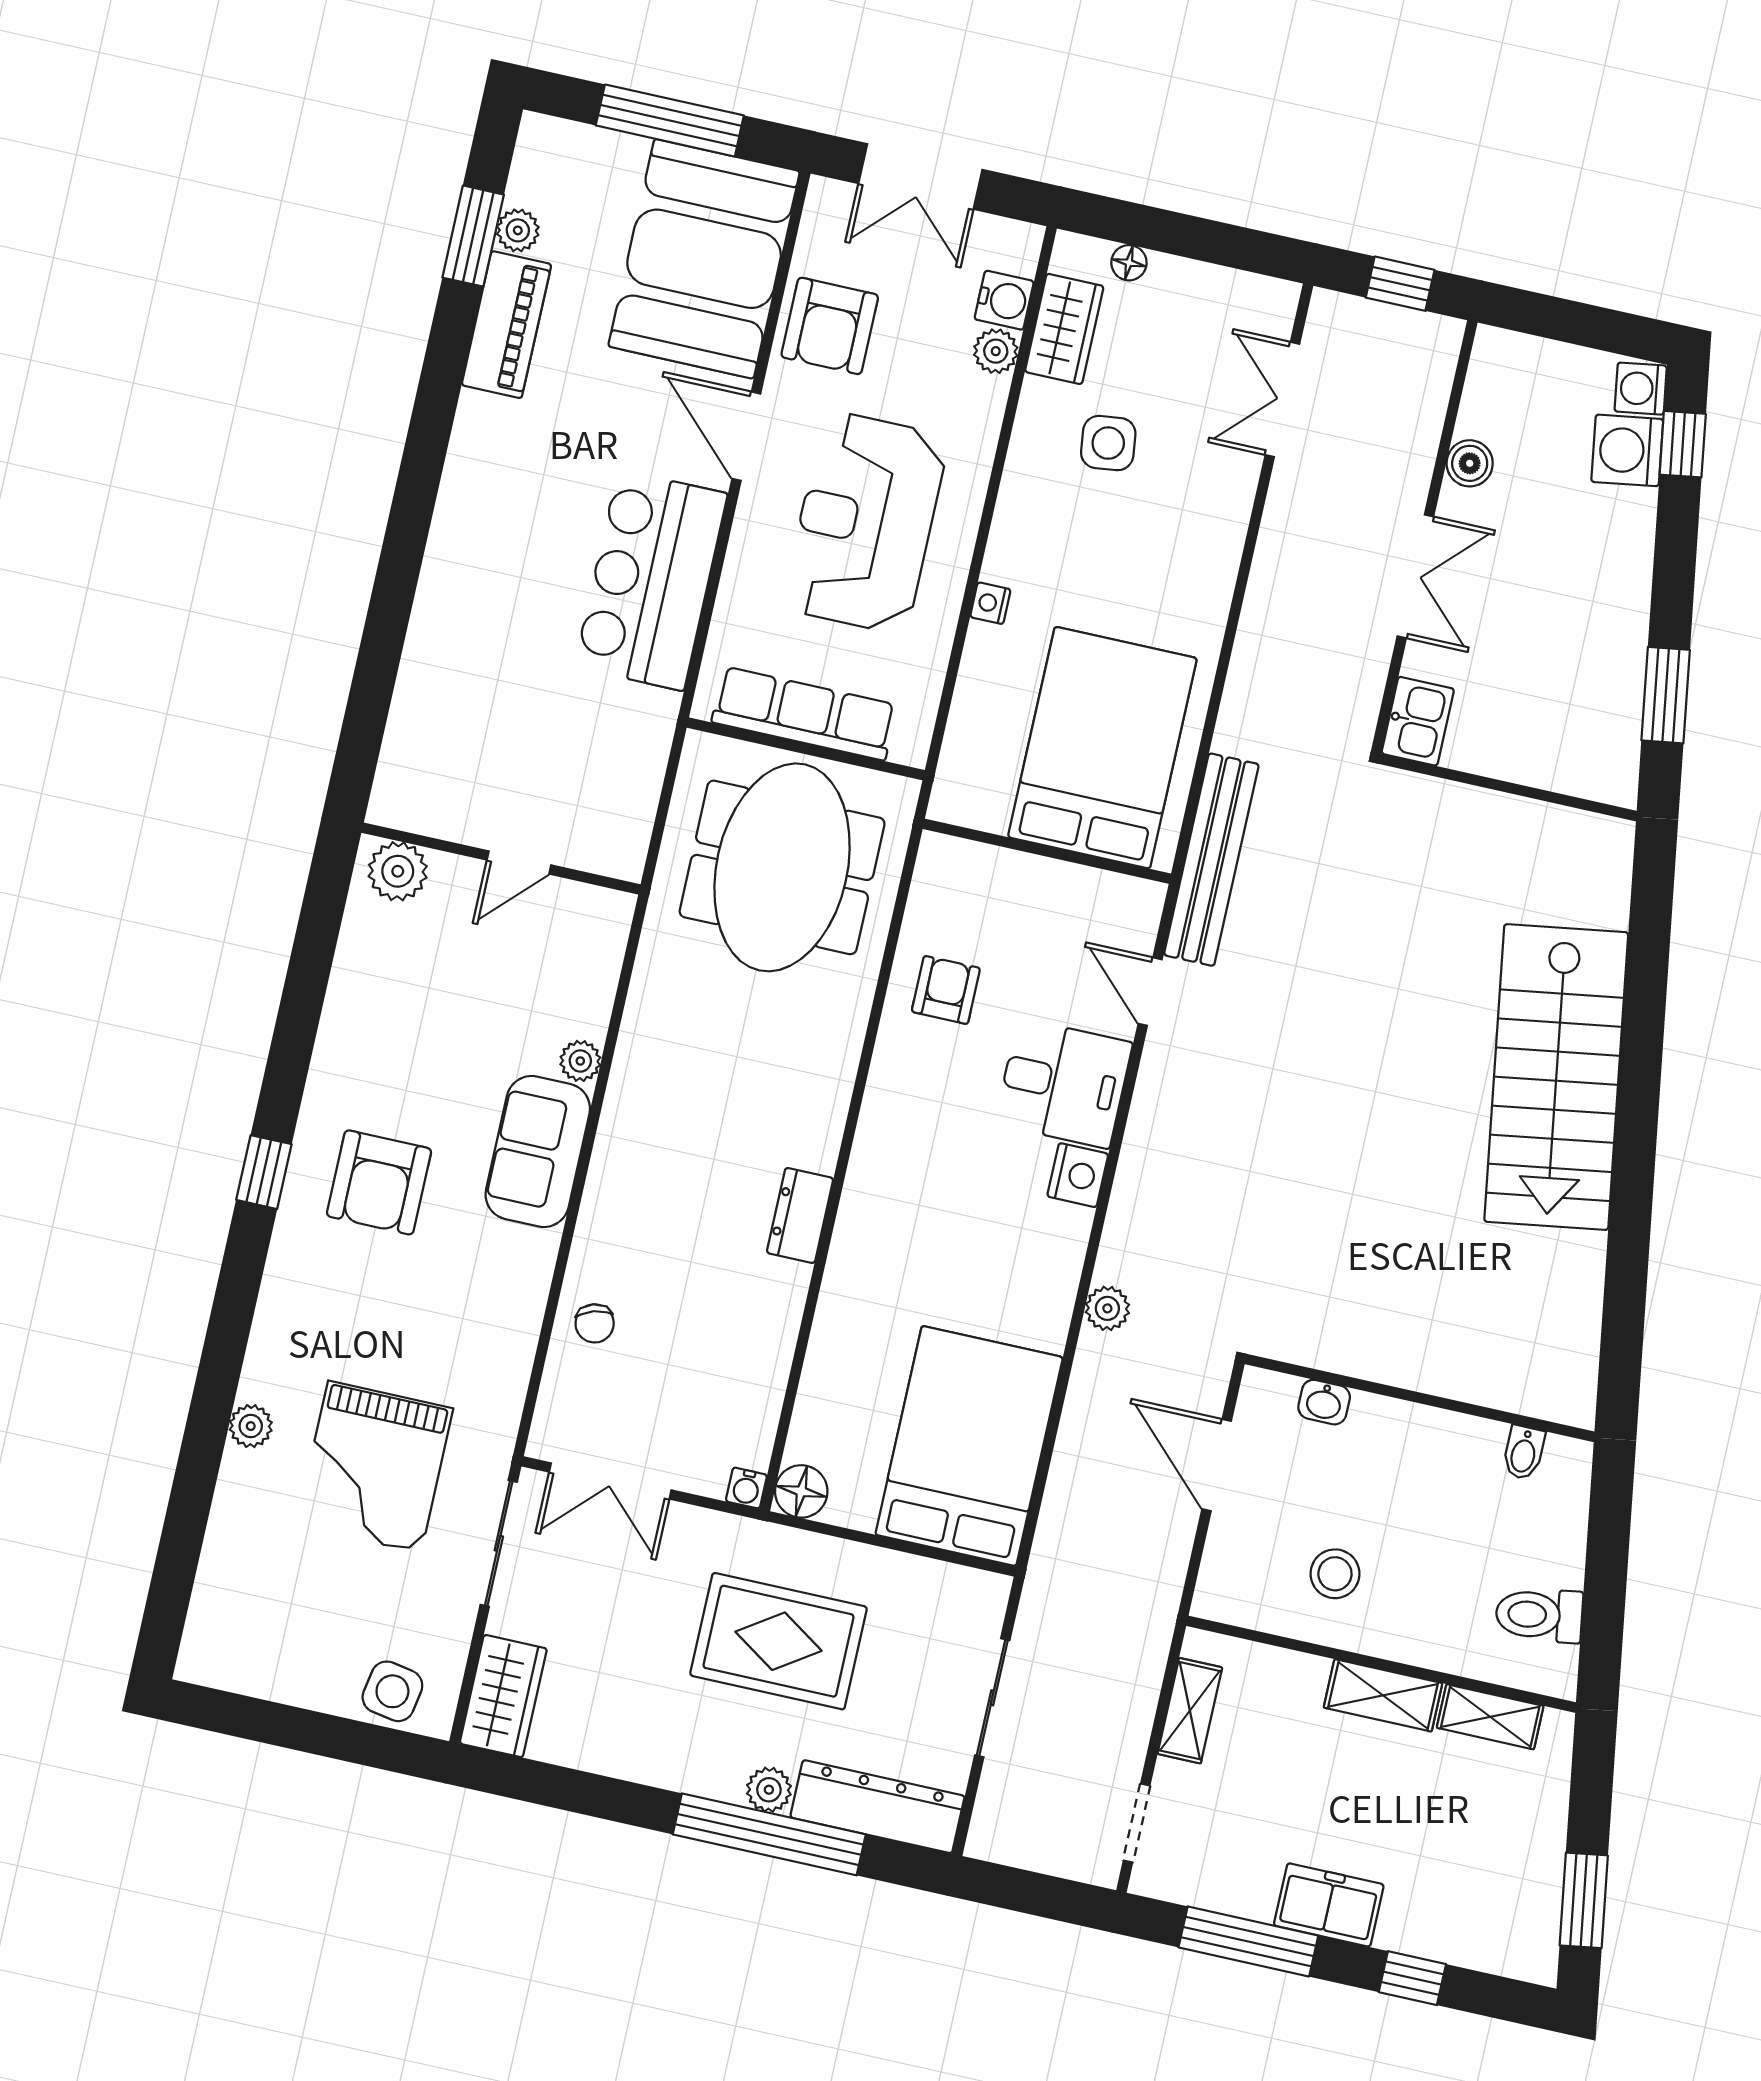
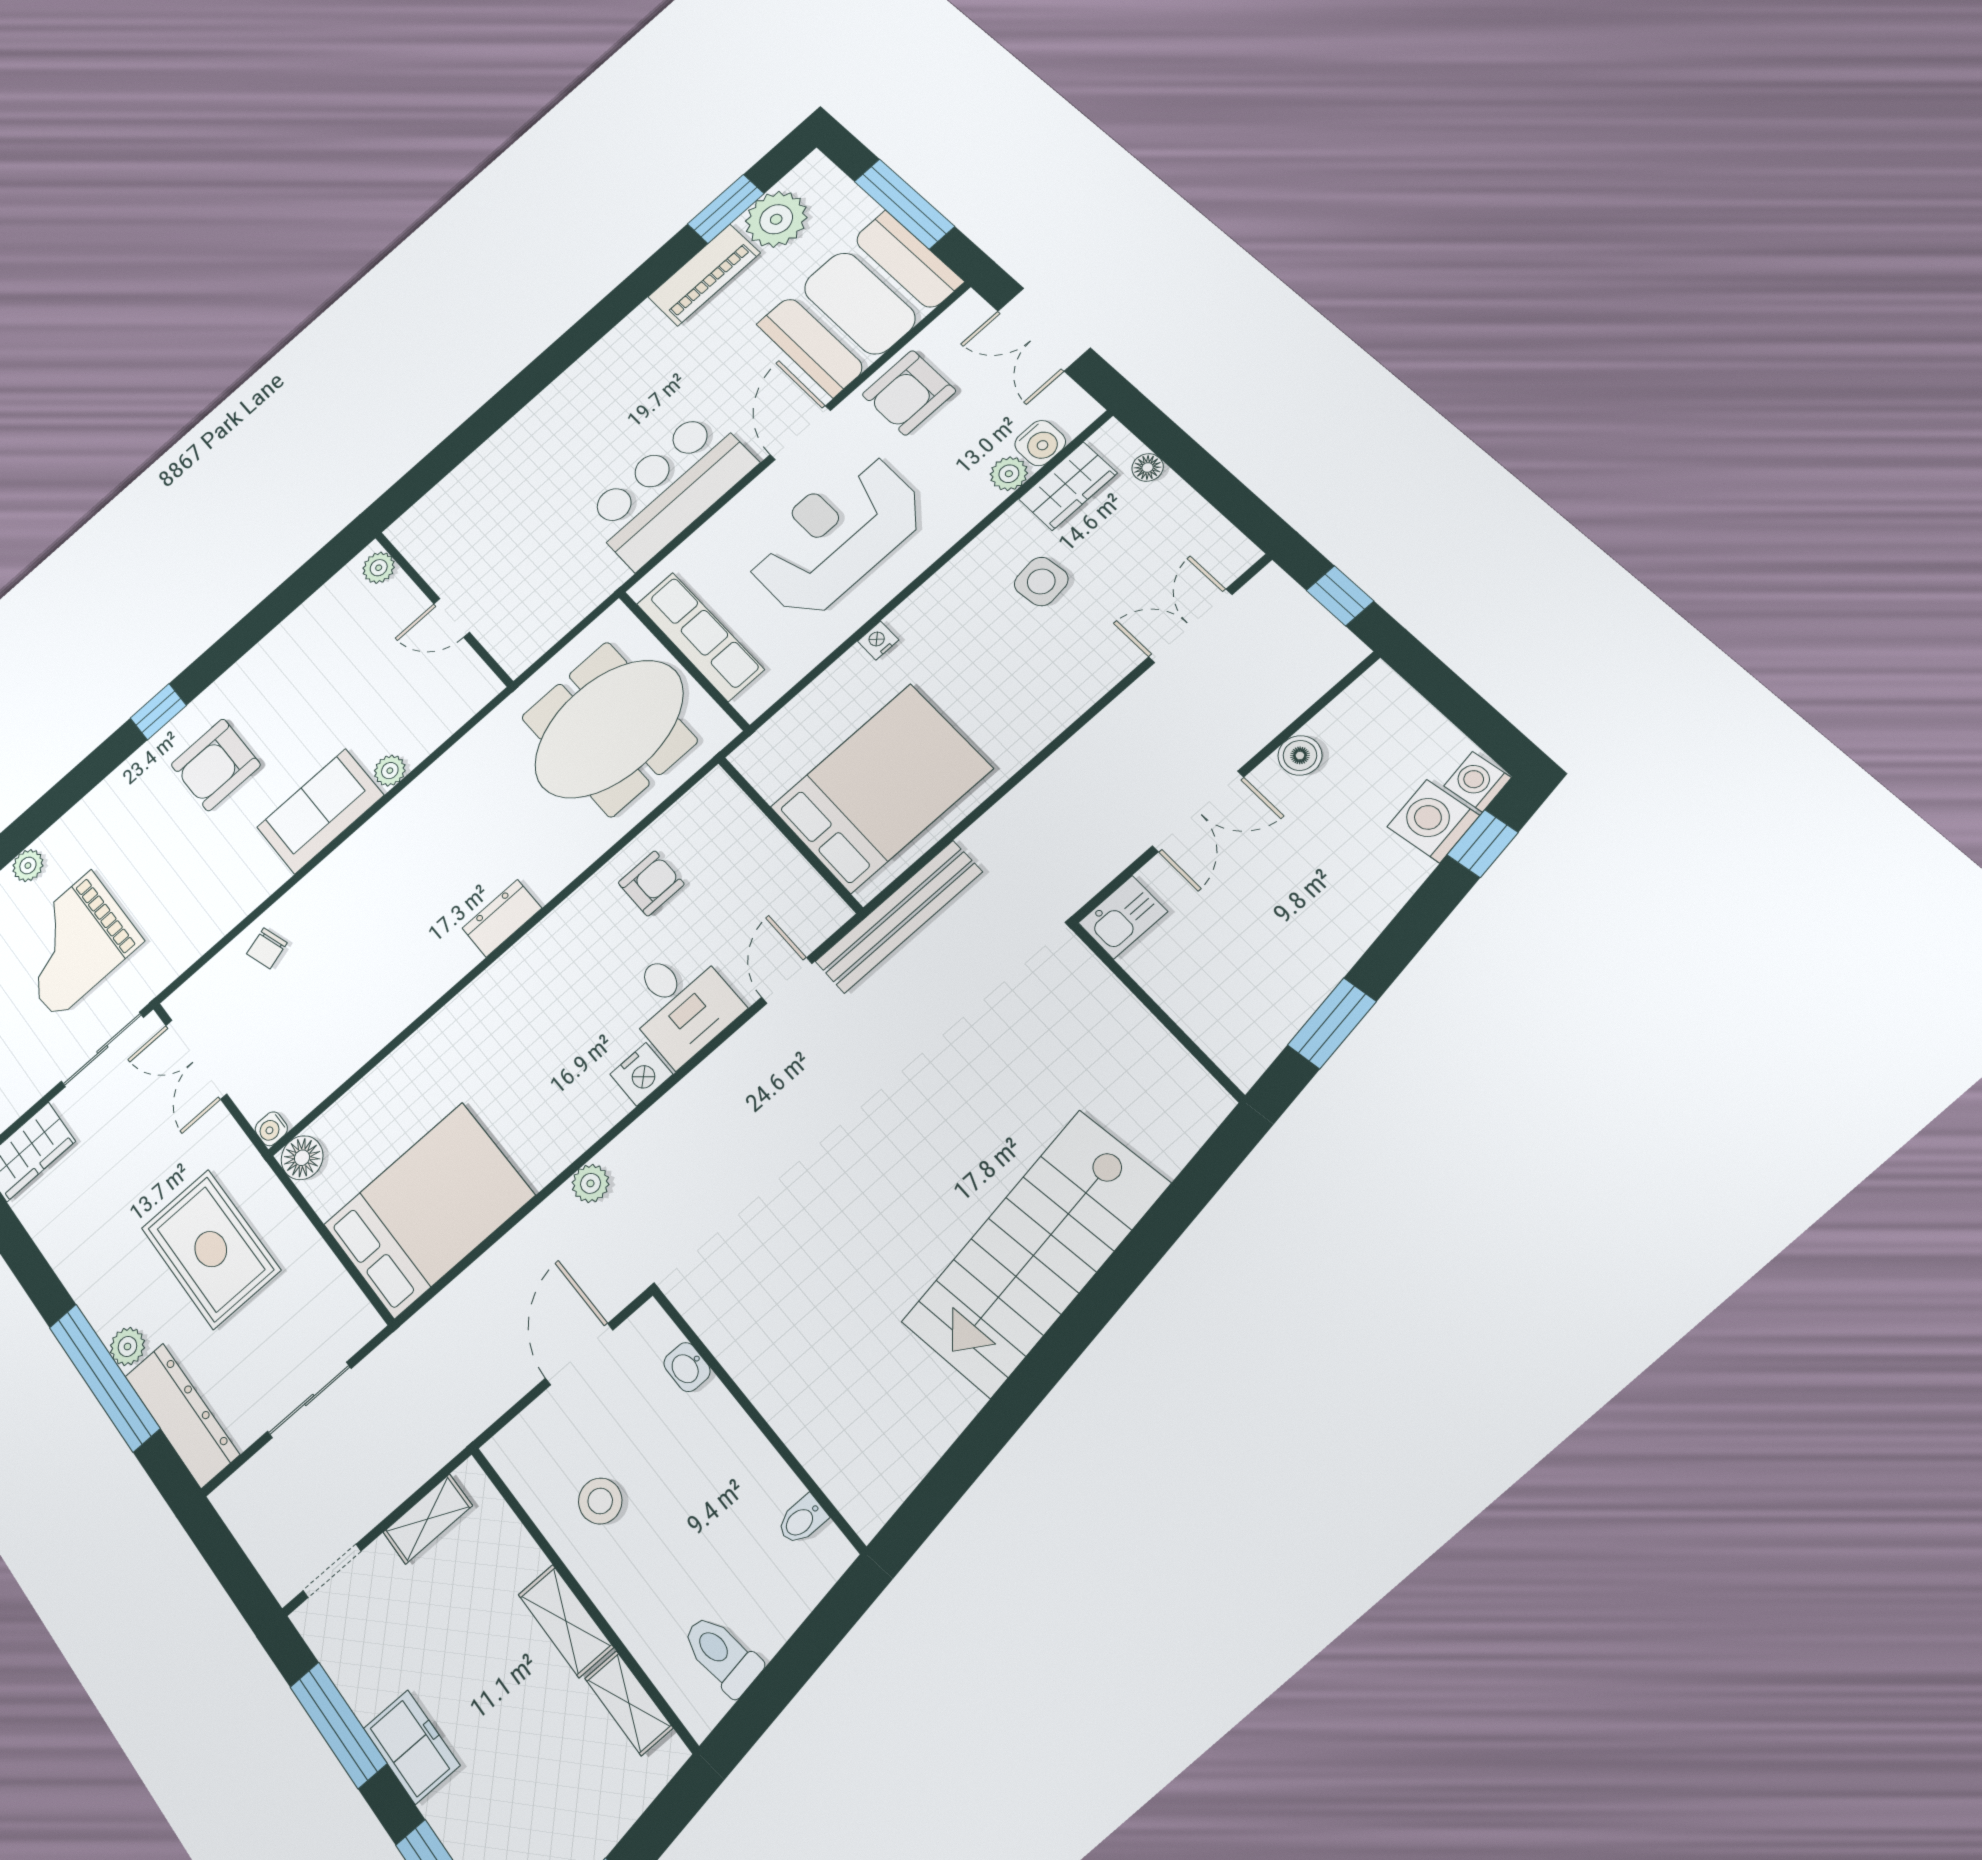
plant: (518, 230) -> (776, 219), width x1.88, depth x1.88
plant: (398, 871) -> (379, 568), width x0.73, depth x0.73
dresser: (800, 1216) -> (502, 918), moved

